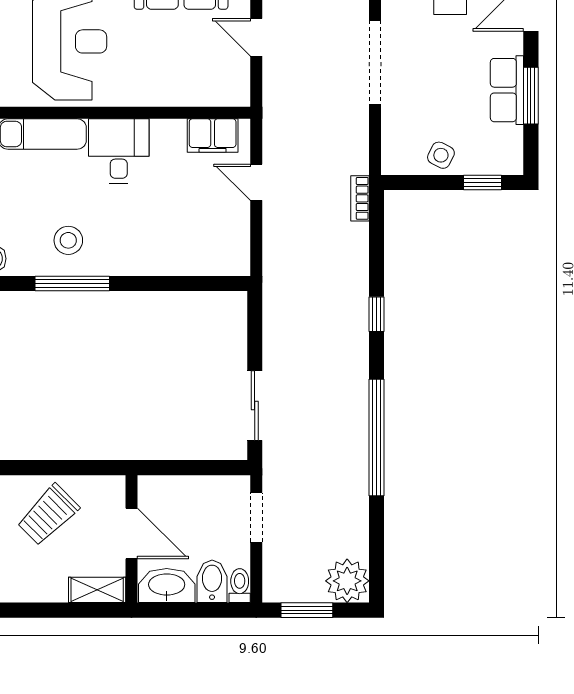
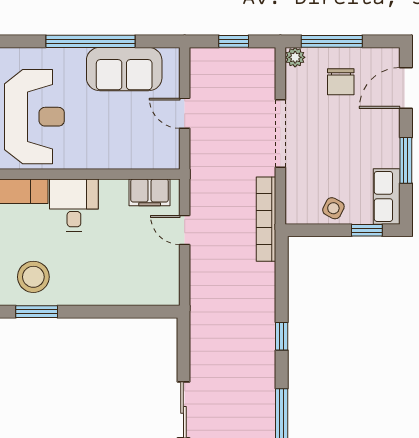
row of seats: (507, 90) -> (387, 196), moved
bookcase: (360, 198) -> (266, 219), width x2.31, depth x1.31
stool: (68, 240) -> (33, 277), width x1.38, depth x1.38
window: (72, 283) -> (37, 312), width x0.69

